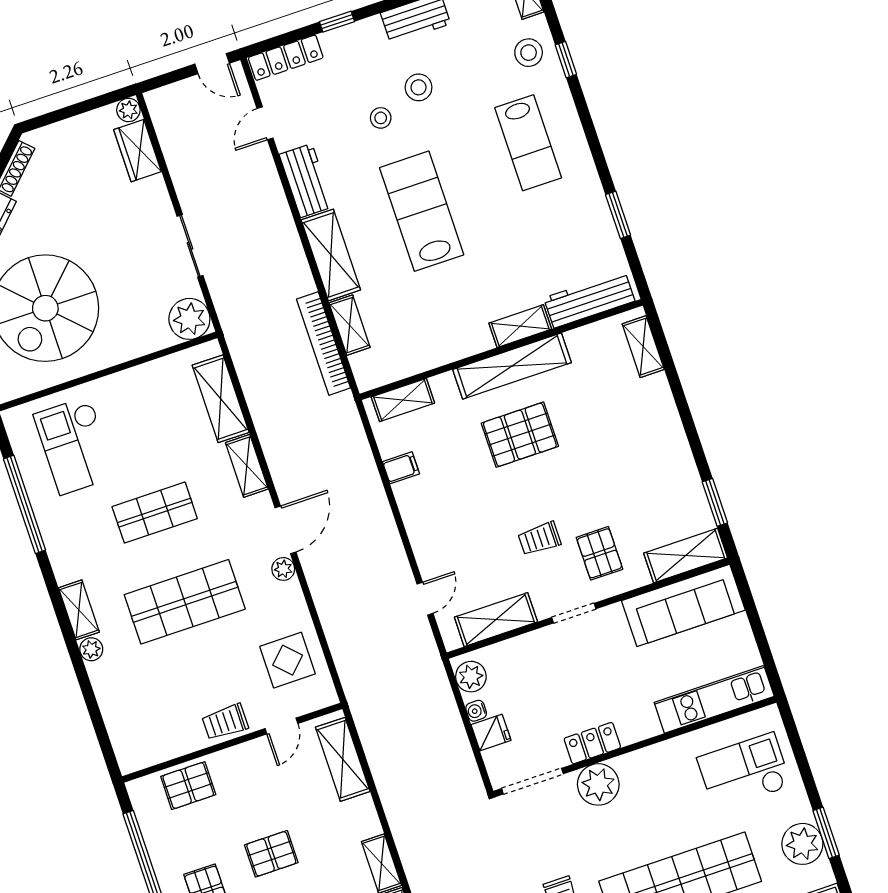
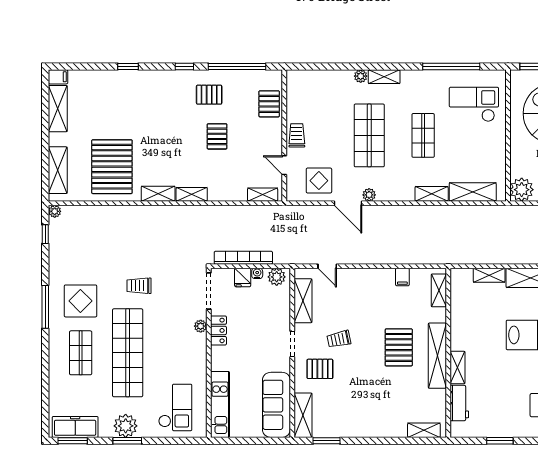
workbench: (589, 300) -> (459, 403), width x0.73
bookcase: (324, 344) -> (243, 258), moved
door: (286, 530) -> (348, 203), moved
trolley: (539, 539) -> (339, 339), turned -102
shelving: (343, 759) -> (263, 195), width x0.67, depth x0.75
plant: (598, 784) -> (201, 326), width x0.53, depth x0.53

